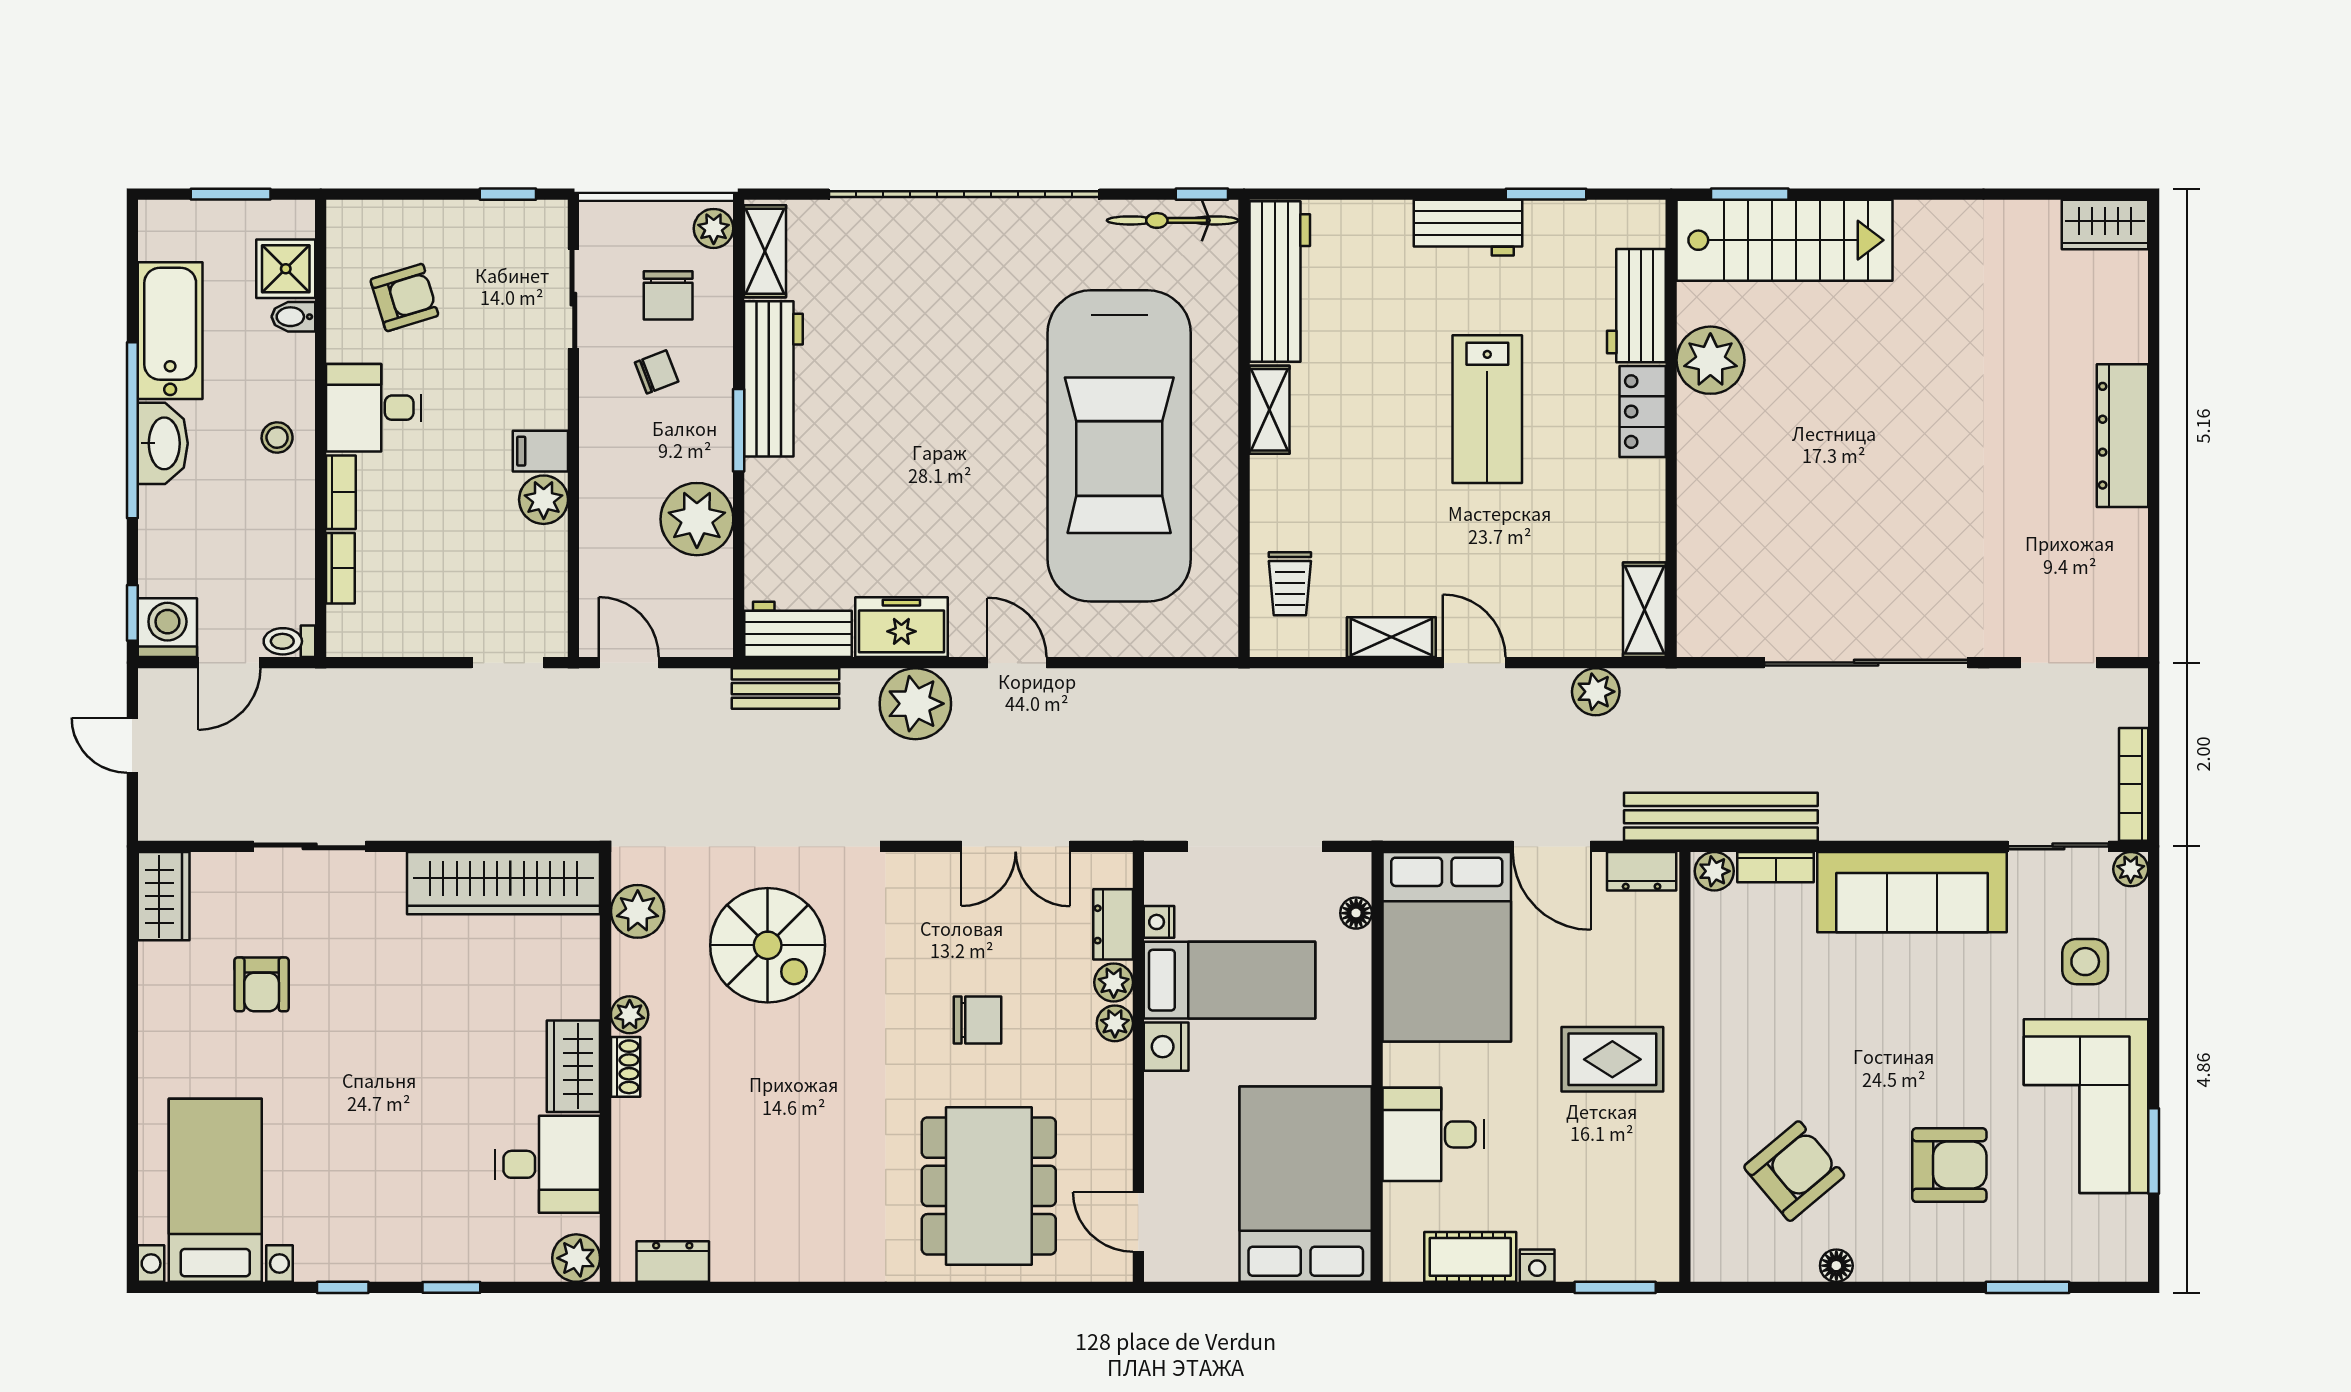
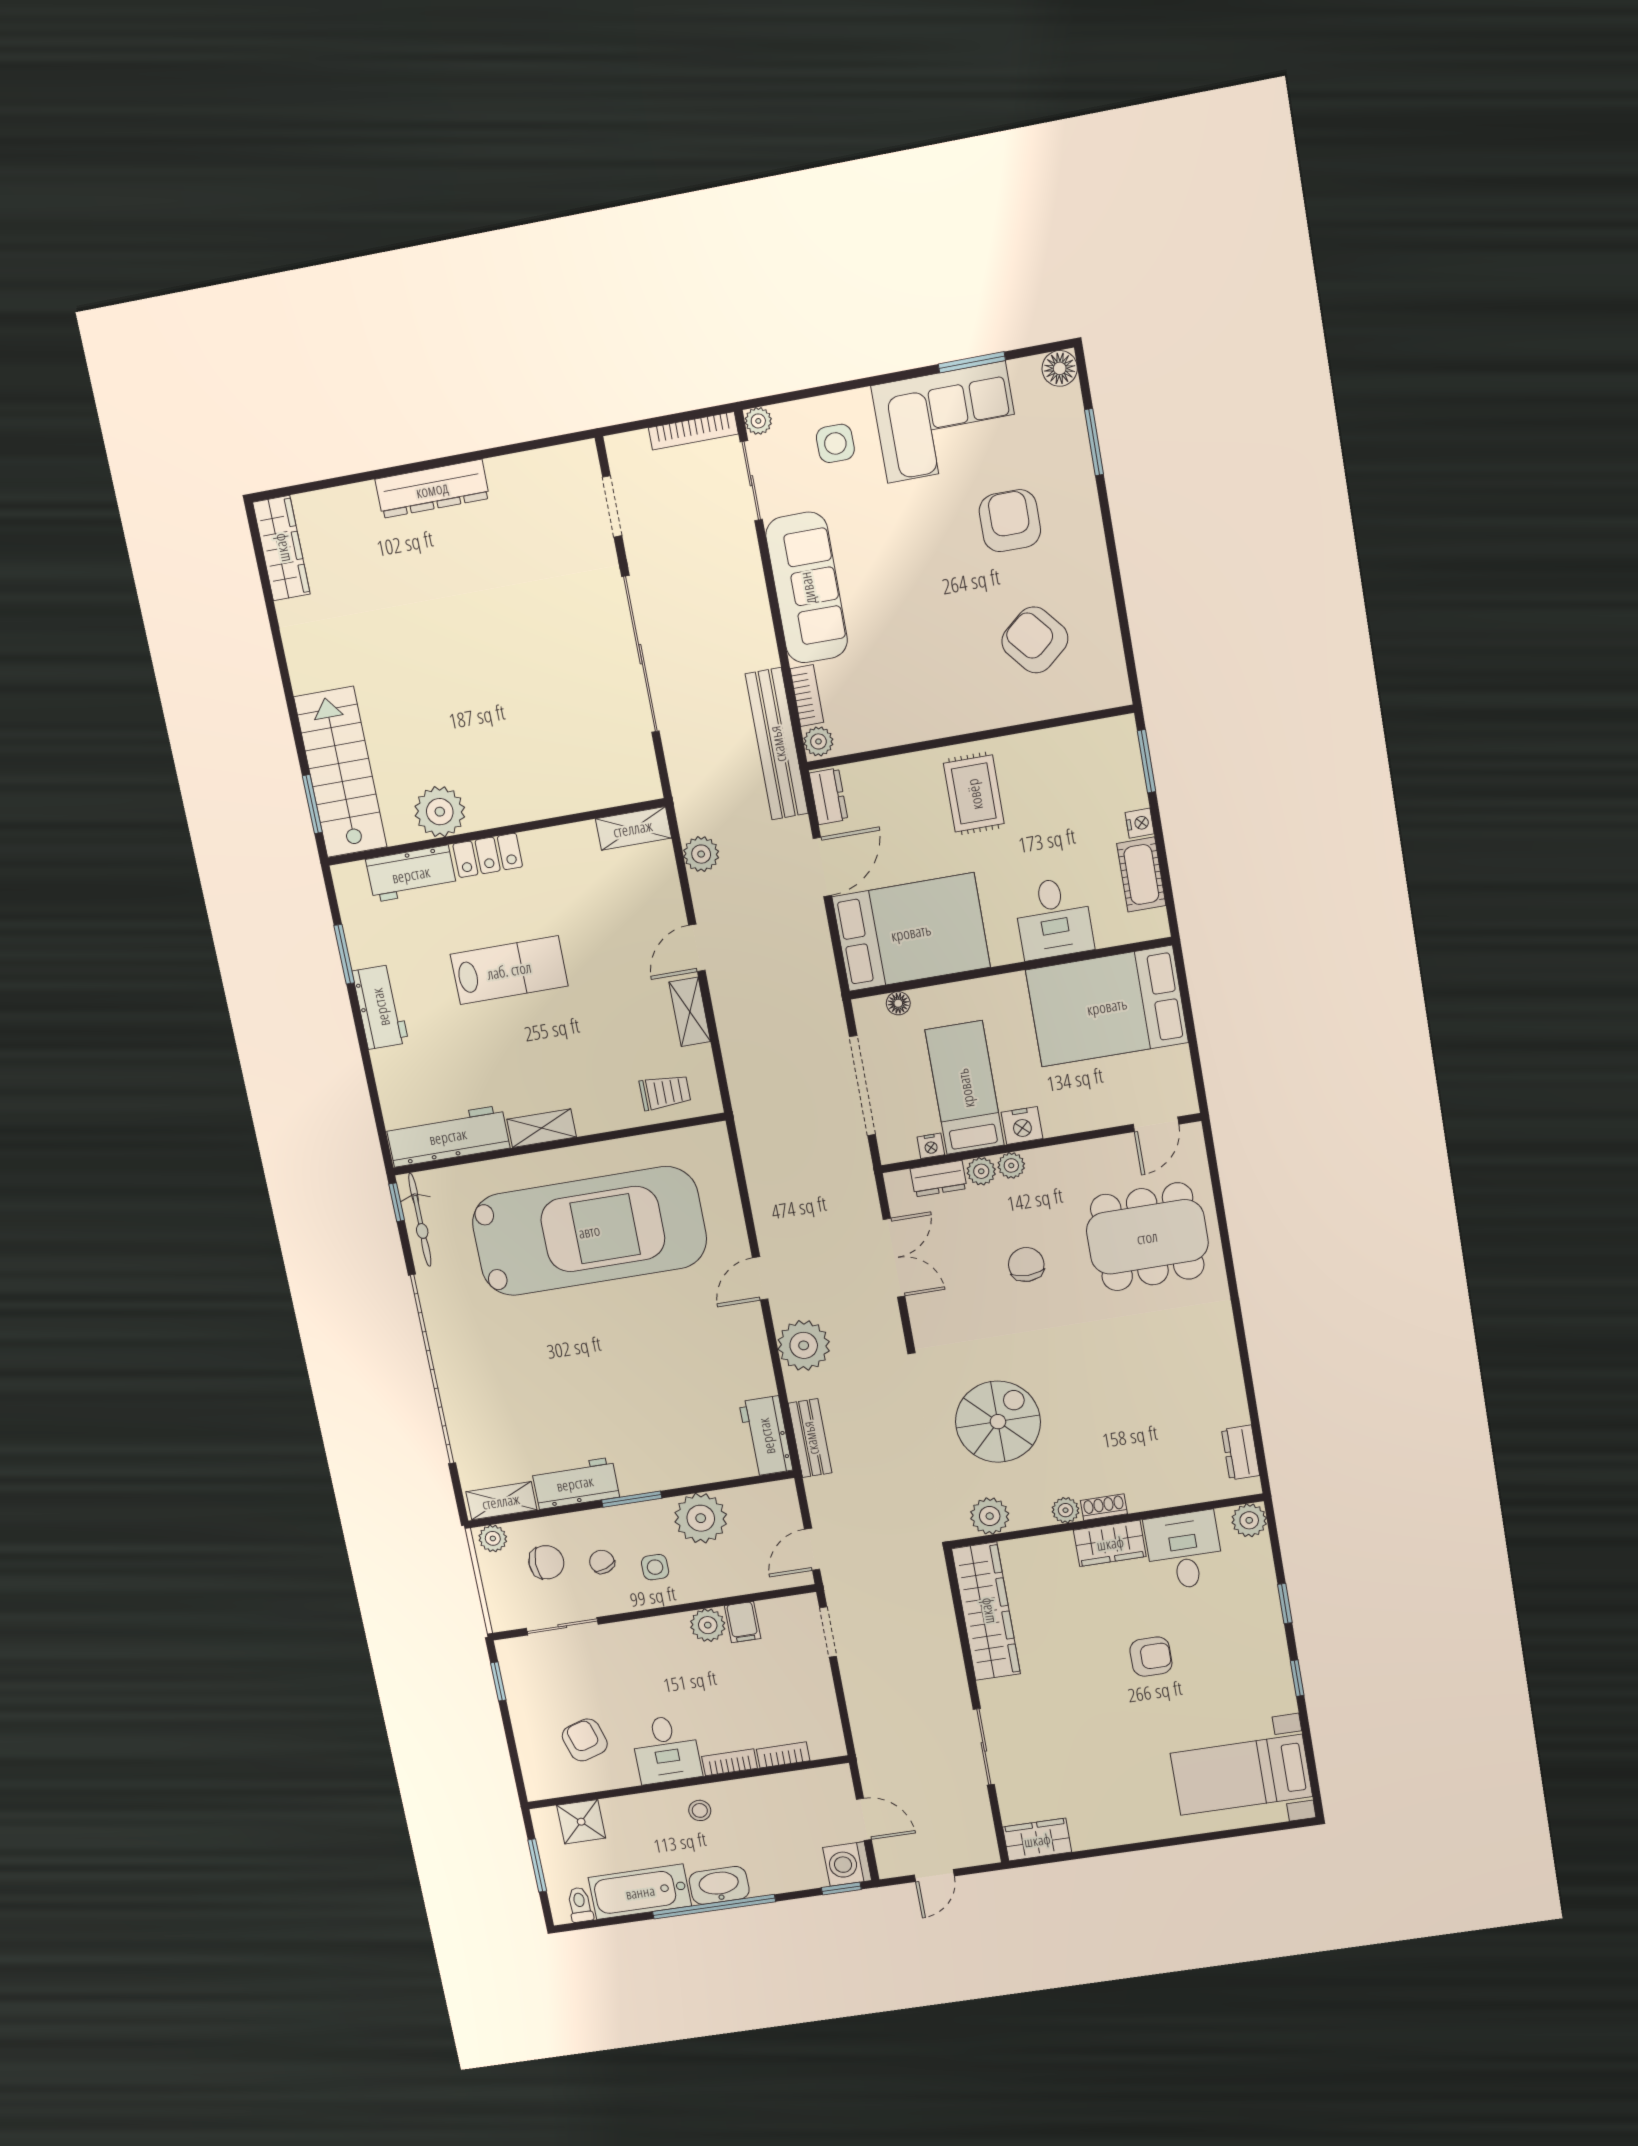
wardrobe: (2105, 225) -> (281, 548), width x1.50
bidet: (293, 317) -> (613, 1812), removed
workbench: (773, 379) -> (575, 1483), width x0.73
side table: (638, 443) -> (655, 1567), added
filing cabinet: (540, 451) -> (743, 1622), moved
freezer: (901, 627) -> (750, 1364), removed
toilet: (289, 641) -> (580, 1905), moved, turned 180
armchair: (262, 984) -> (1151, 1657), moved
floor lamp: (1836, 1266) -> (1060, 368), moved, width x1.37, depth x1.37

